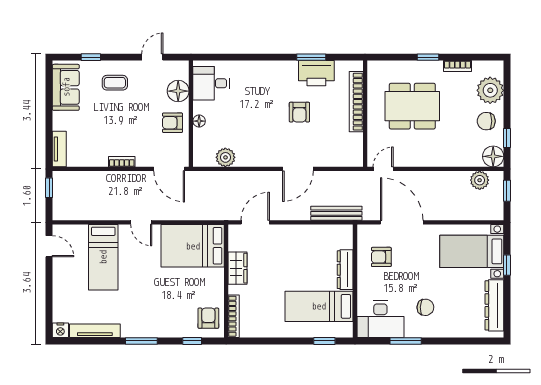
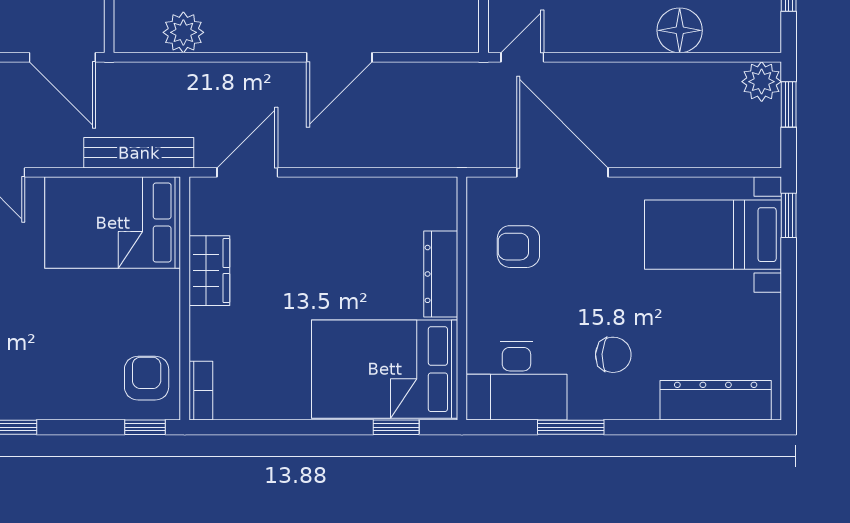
floor lamp: (493, 156) -> (680, 30), moved
plant: (480, 180) -> (762, 82), moved
bench: (336, 213) -> (139, 153), moved
window: (507, 265) -> (789, 215), moved
dresser: (494, 305) -> (716, 400), moved, turned 90
bed: (319, 306) -> (385, 369), width x1.50
bookcase: (234, 316) -> (201, 391), width x0.64
window: (192, 341) -> (145, 427), moved

